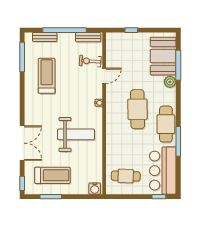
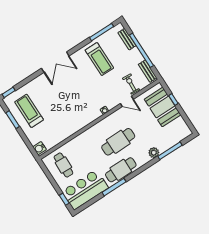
booth: (163, 56) -> (163, 107), moved, turned 90
treadmill: (47, 76) -> (99, 59), turned 90
weight bench: (76, 134) -> (70, 109), removed
double door: (22, 143) -> (55, 62), moved
treadmill: (52, 175) -> (29, 111), turned 180

